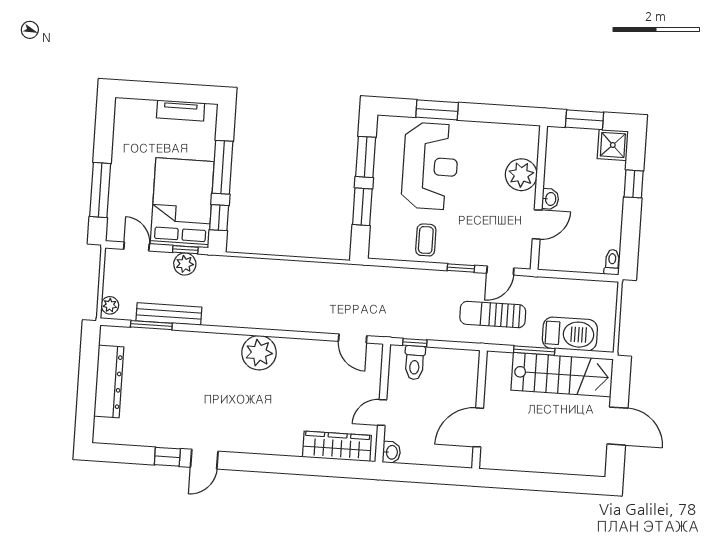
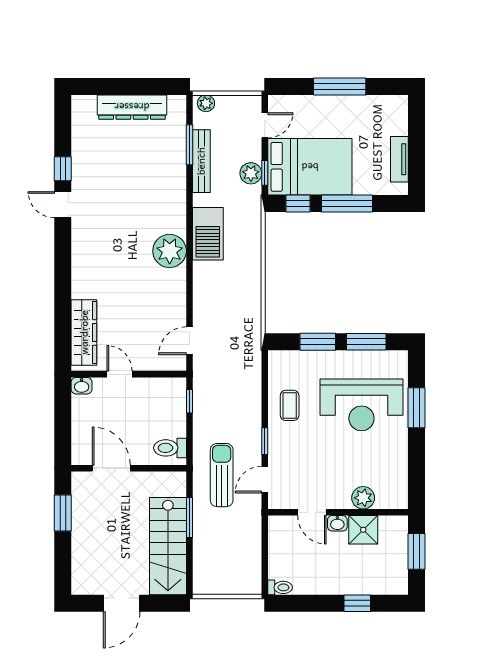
shower: (613, 145) -> (363, 530), moved
plant: (521, 175) -> (363, 498), width x0.73, depth x0.73
window: (100, 190) -> (340, 86), moved
coffee table: (426, 240) -> (290, 405), turned 90
door: (500, 271) -> (265, 480), hinge flipped
barbecue: (570, 334) -> (208, 234), moved
toilet: (415, 363) -> (170, 448), moved
window: (521, 480) -> (63, 513), added

